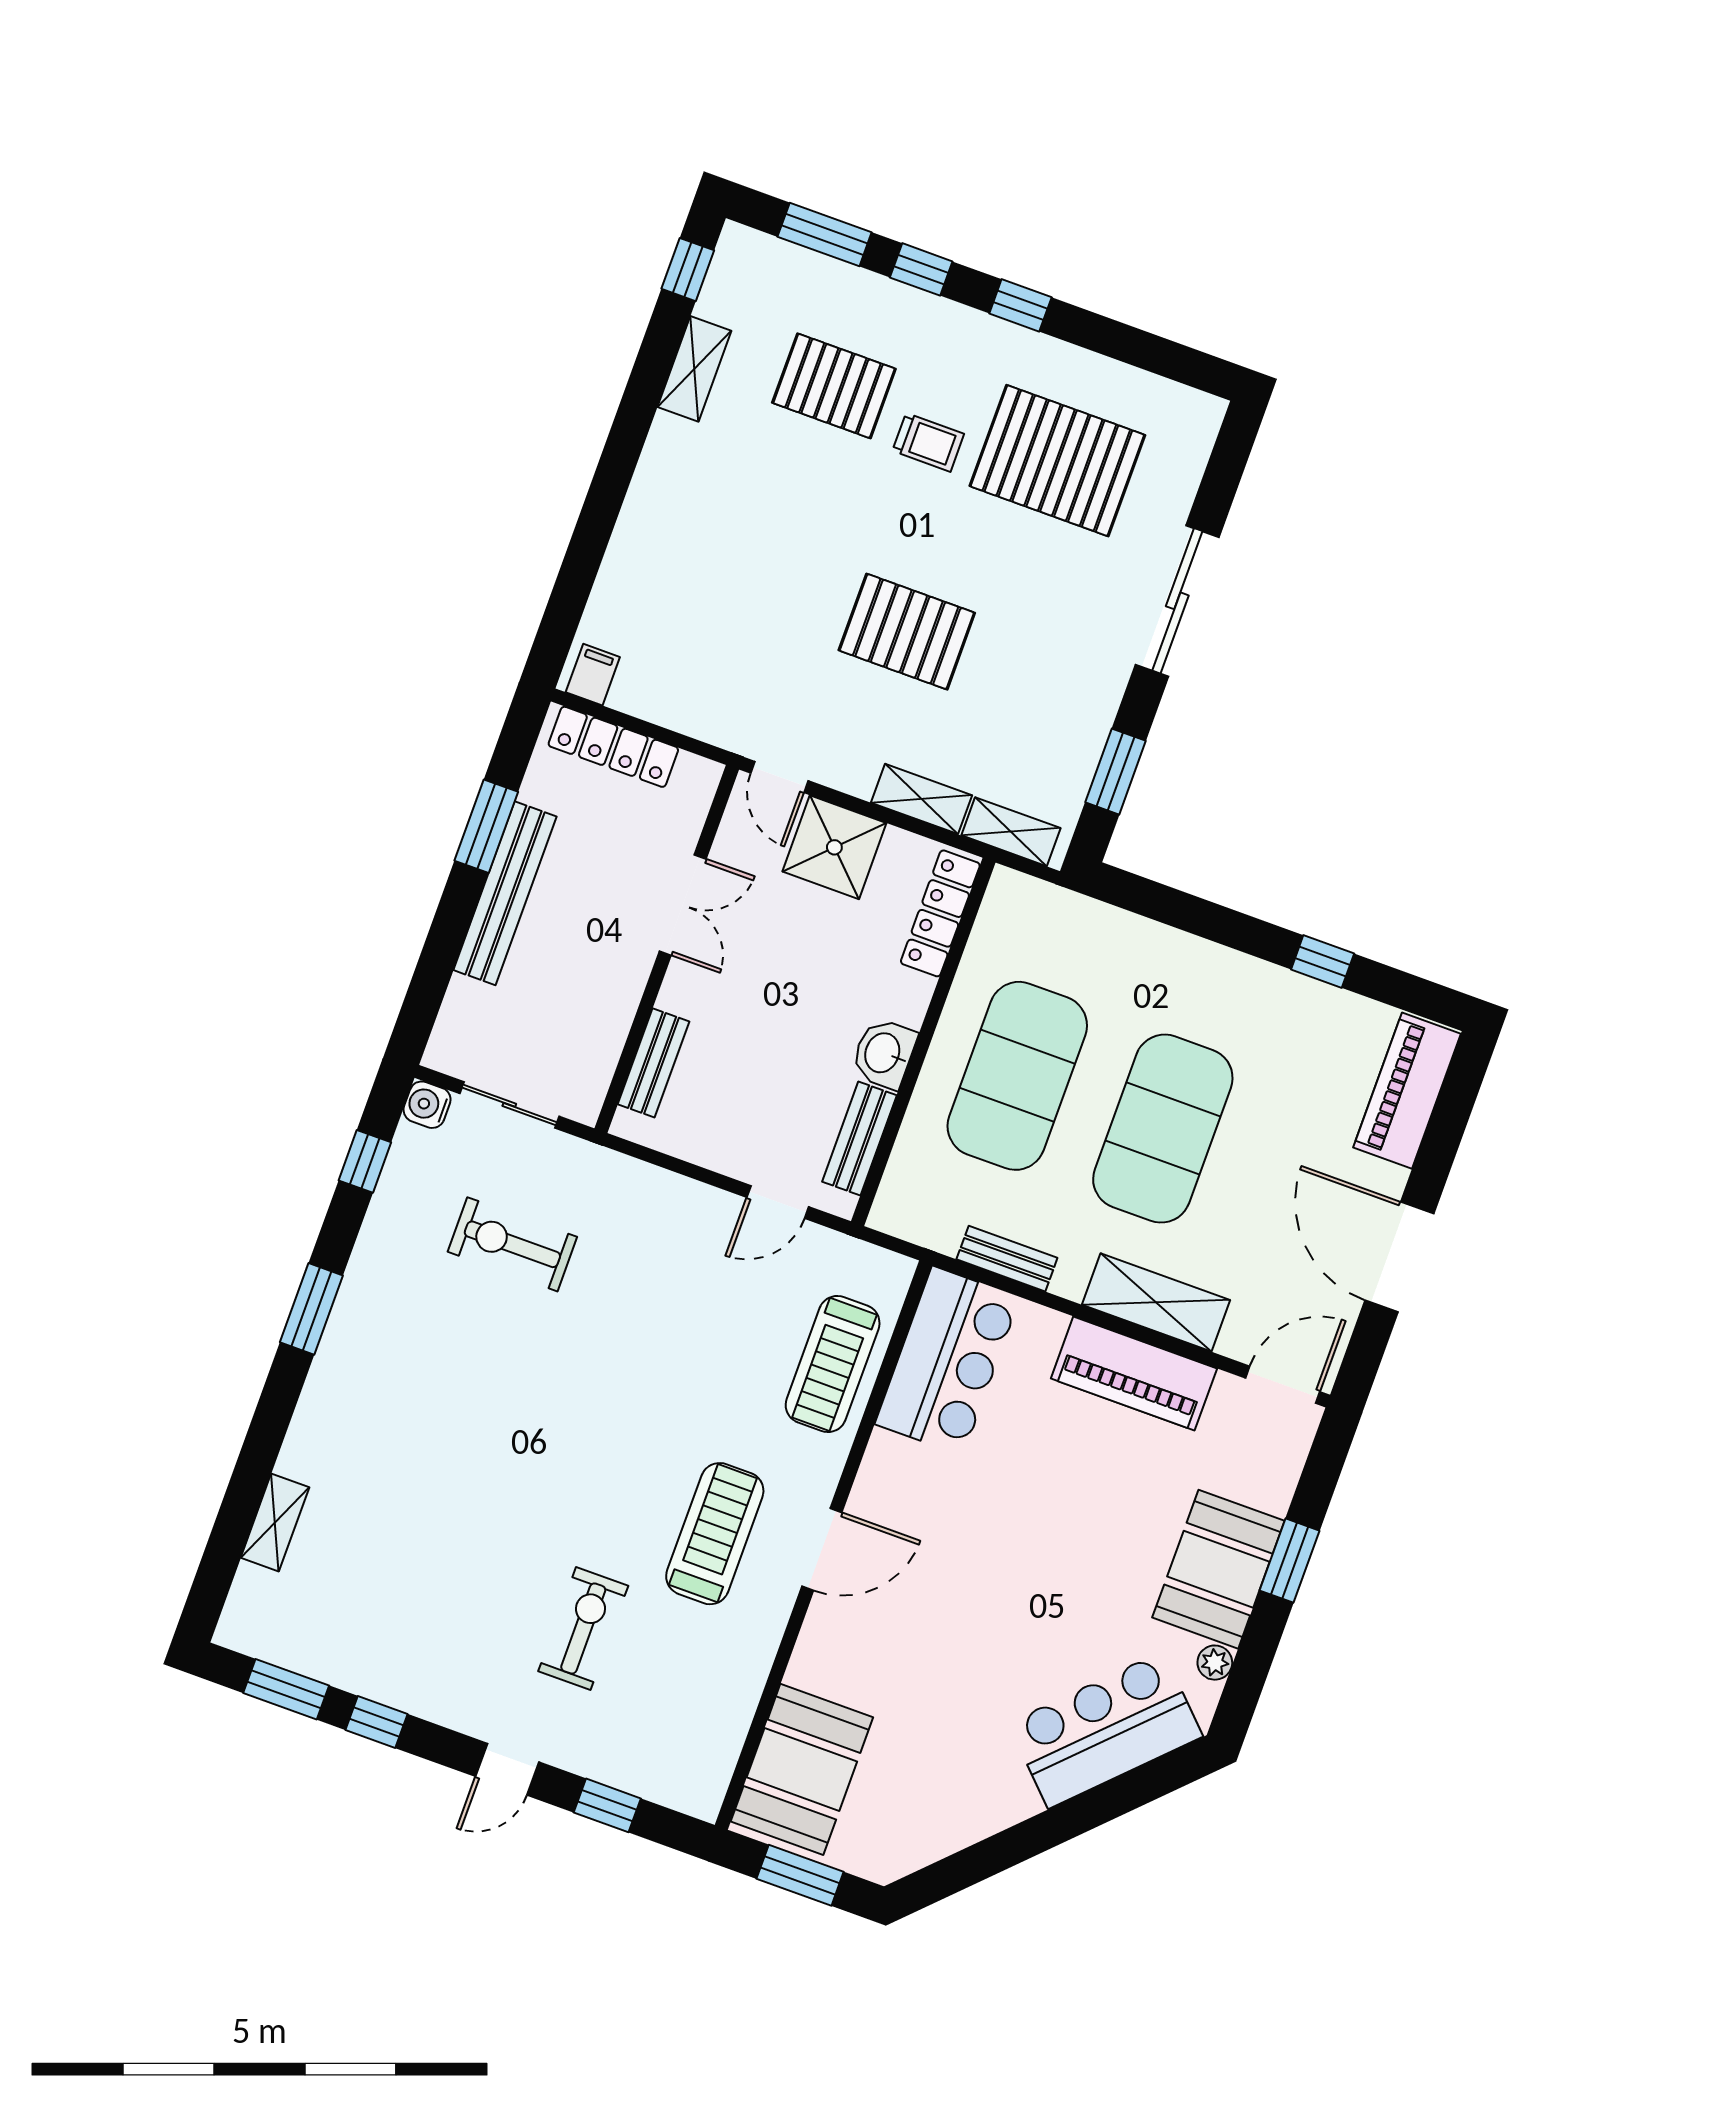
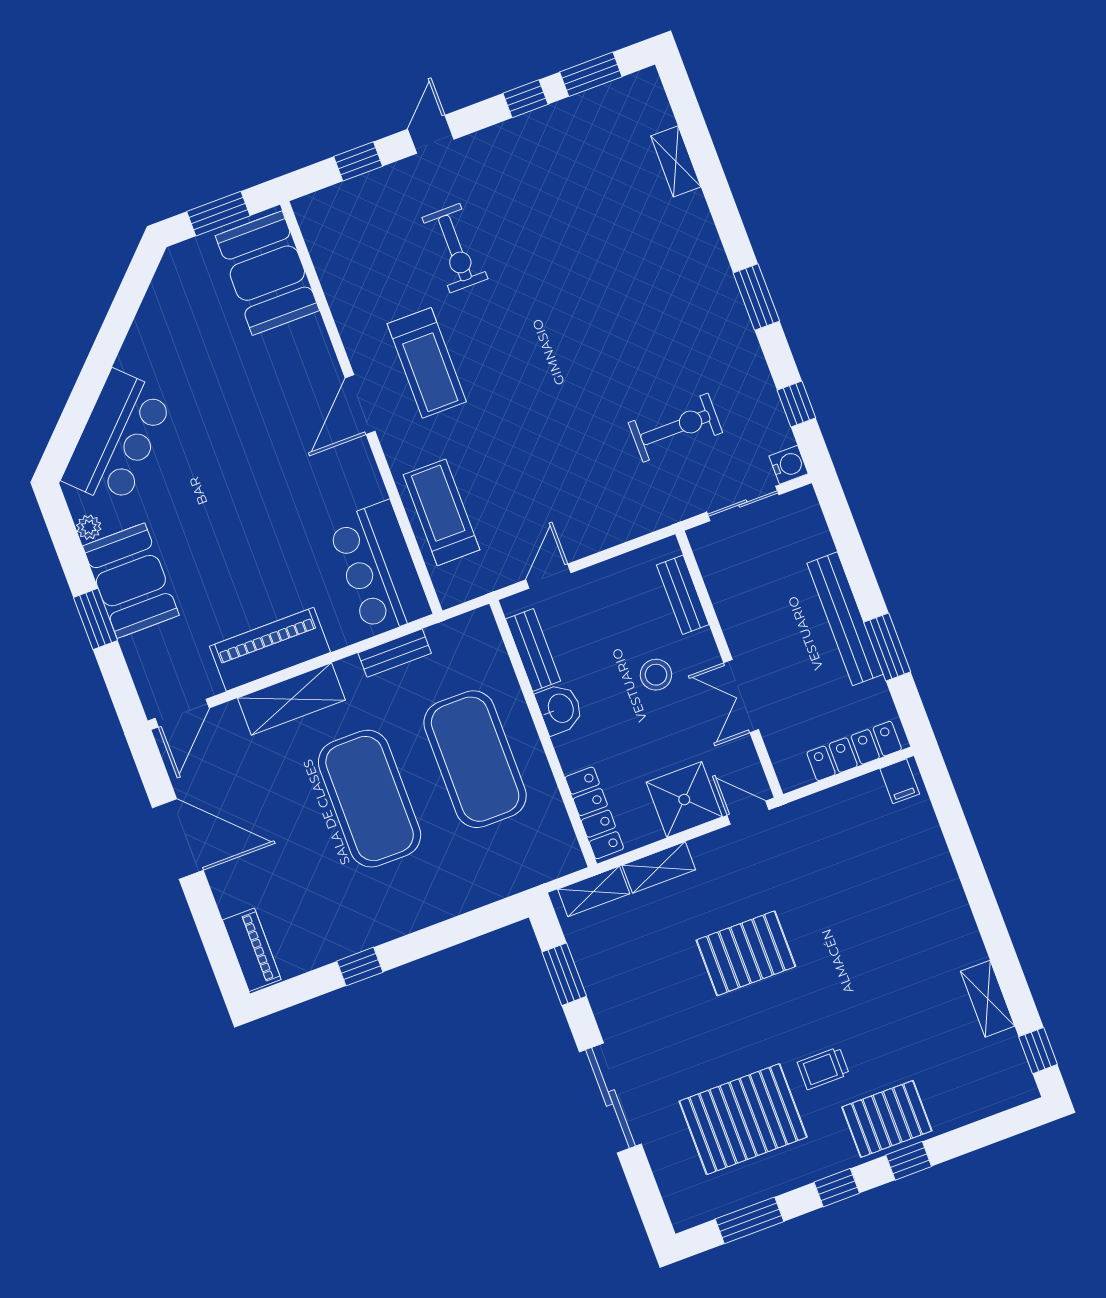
window: (825, 234) -> (749, 1220), moved
pallet: (834, 386) -> (887, 1119), moved
stool: (753, 1003) -> (656, 675), added
piano: (1407, 1091) -> (252, 950), width x0.73, depth x0.75

